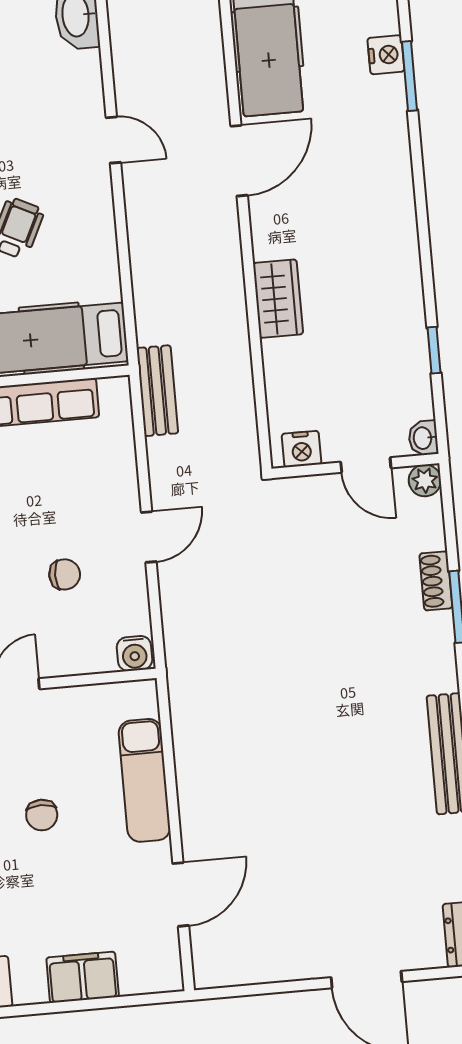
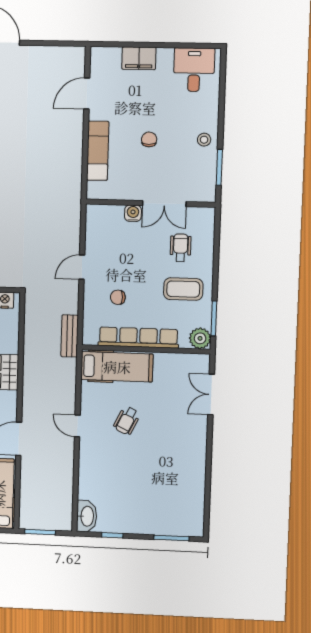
door: (113, 140) -> (77, 426), moved
chair: (65, 574) -> (118, 297), moved
water cooler: (135, 653) -> (133, 213), moved

